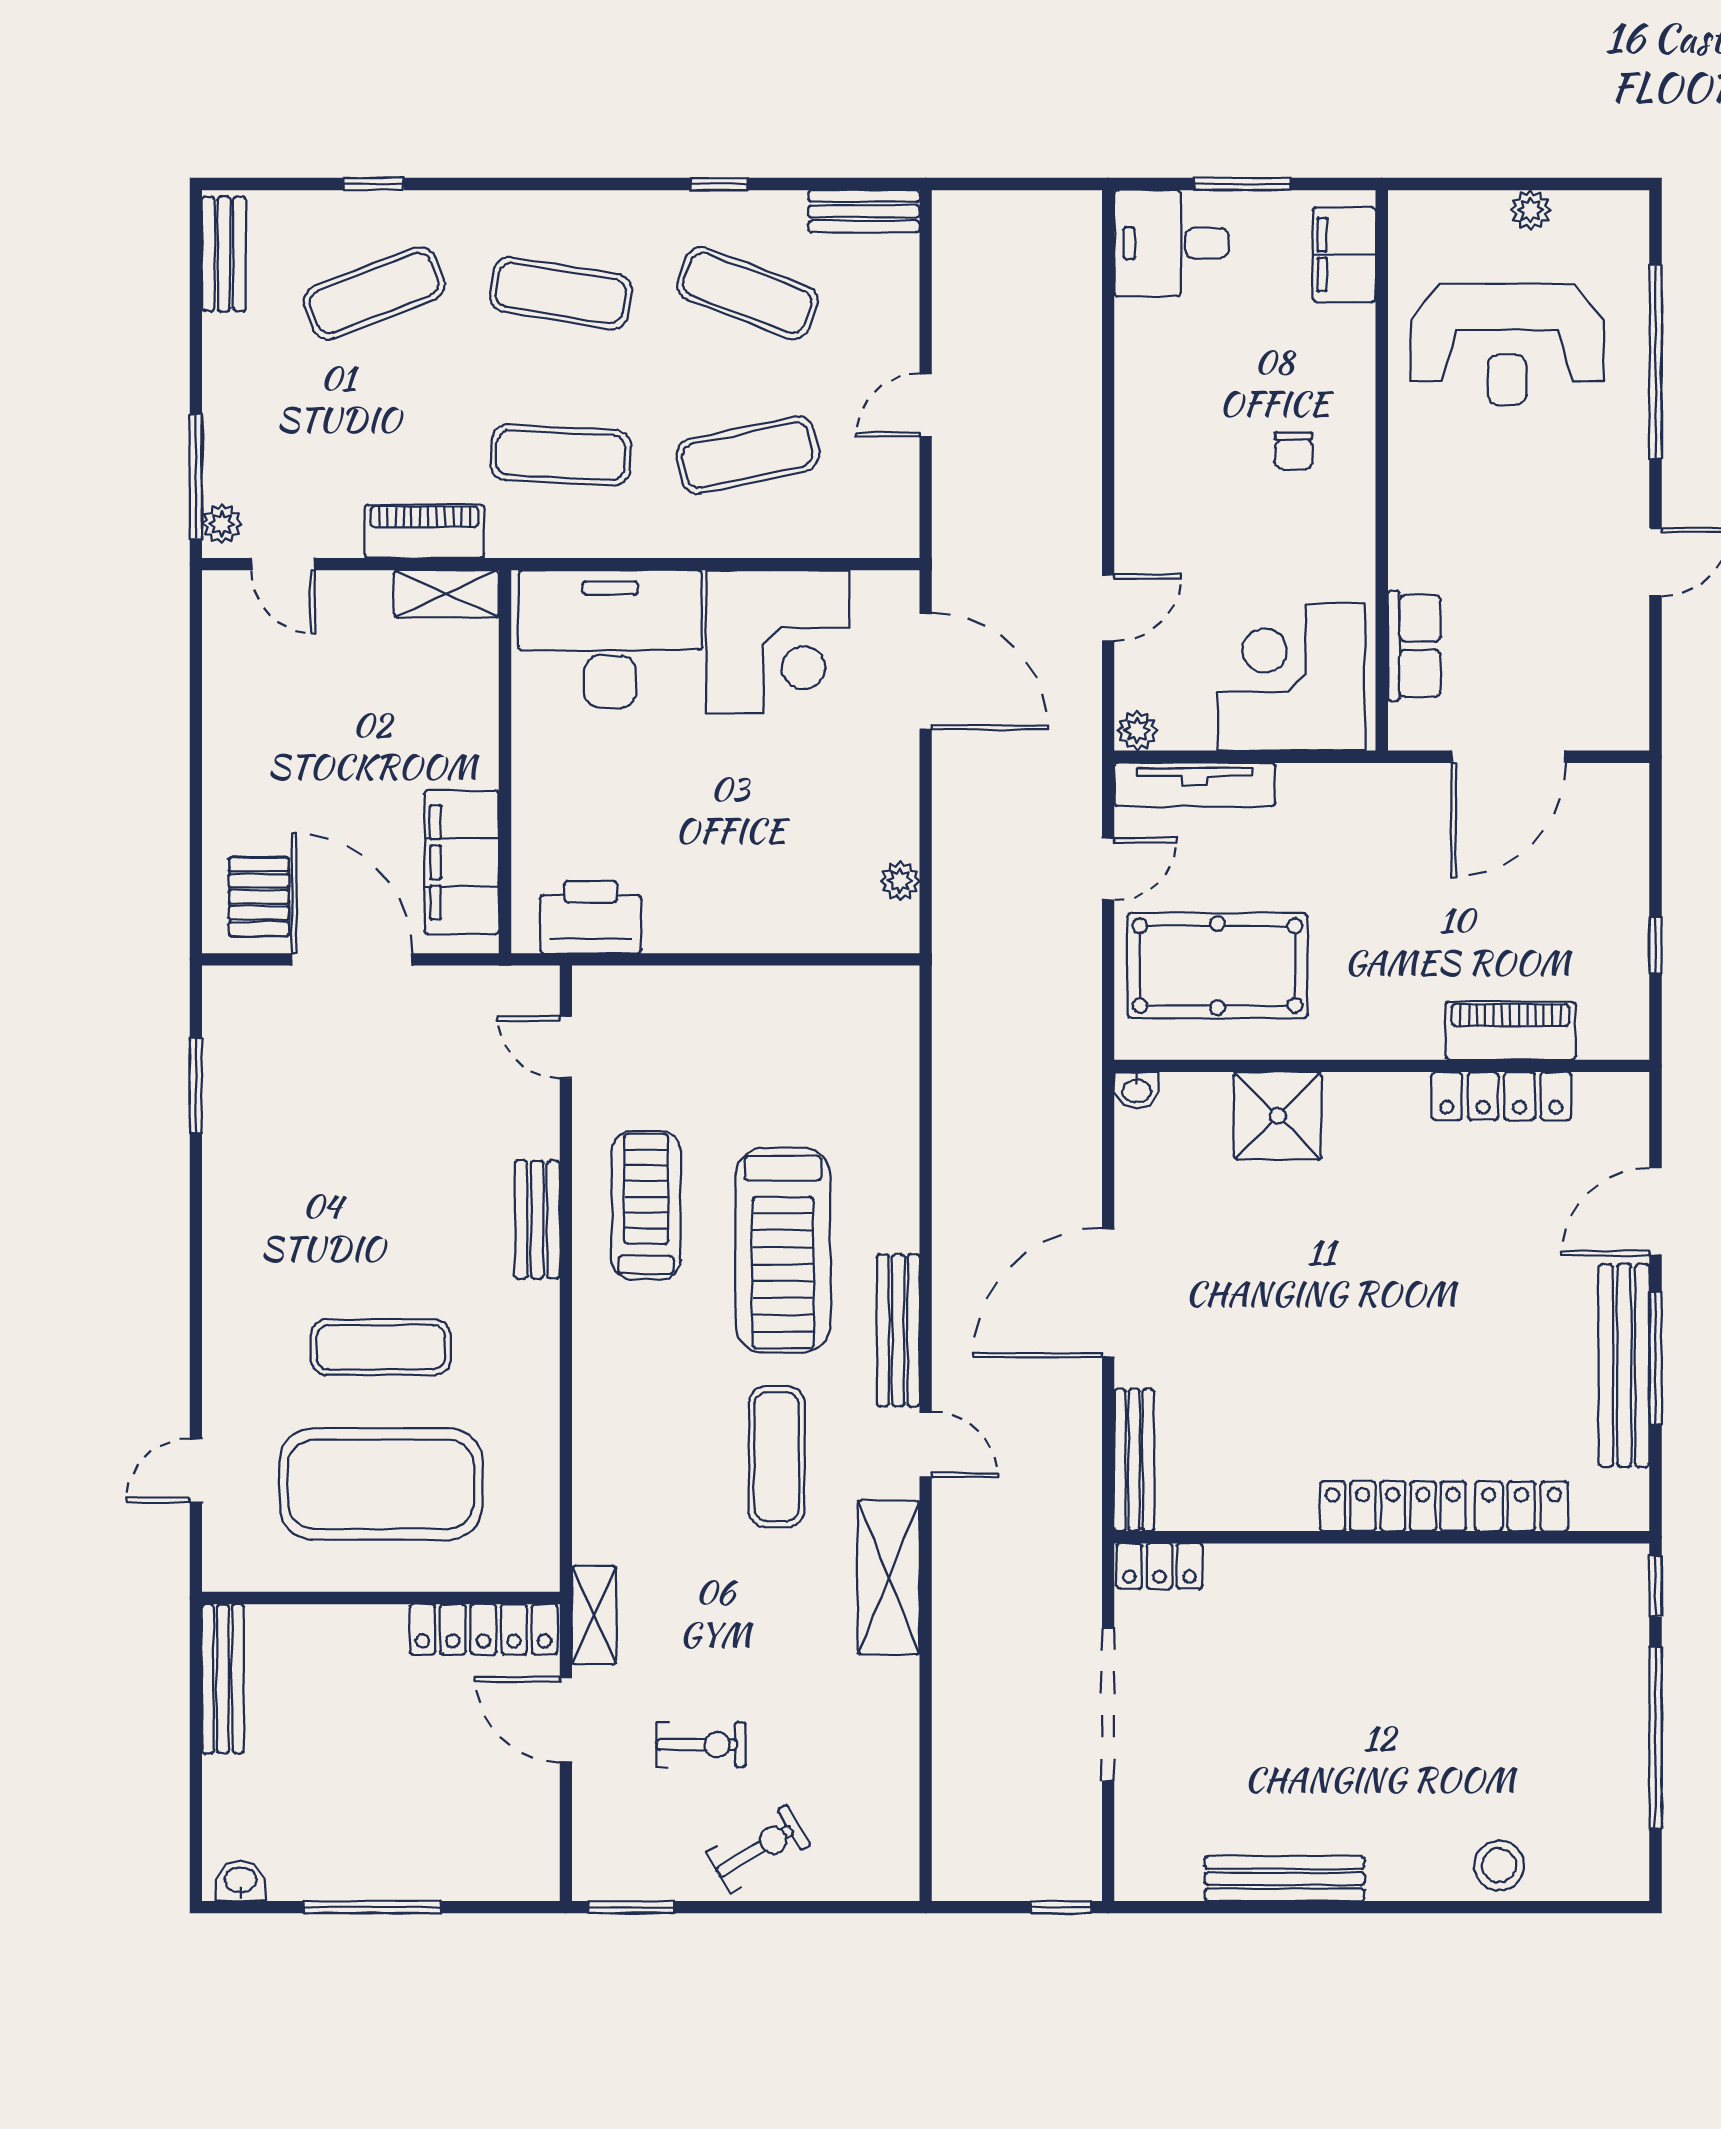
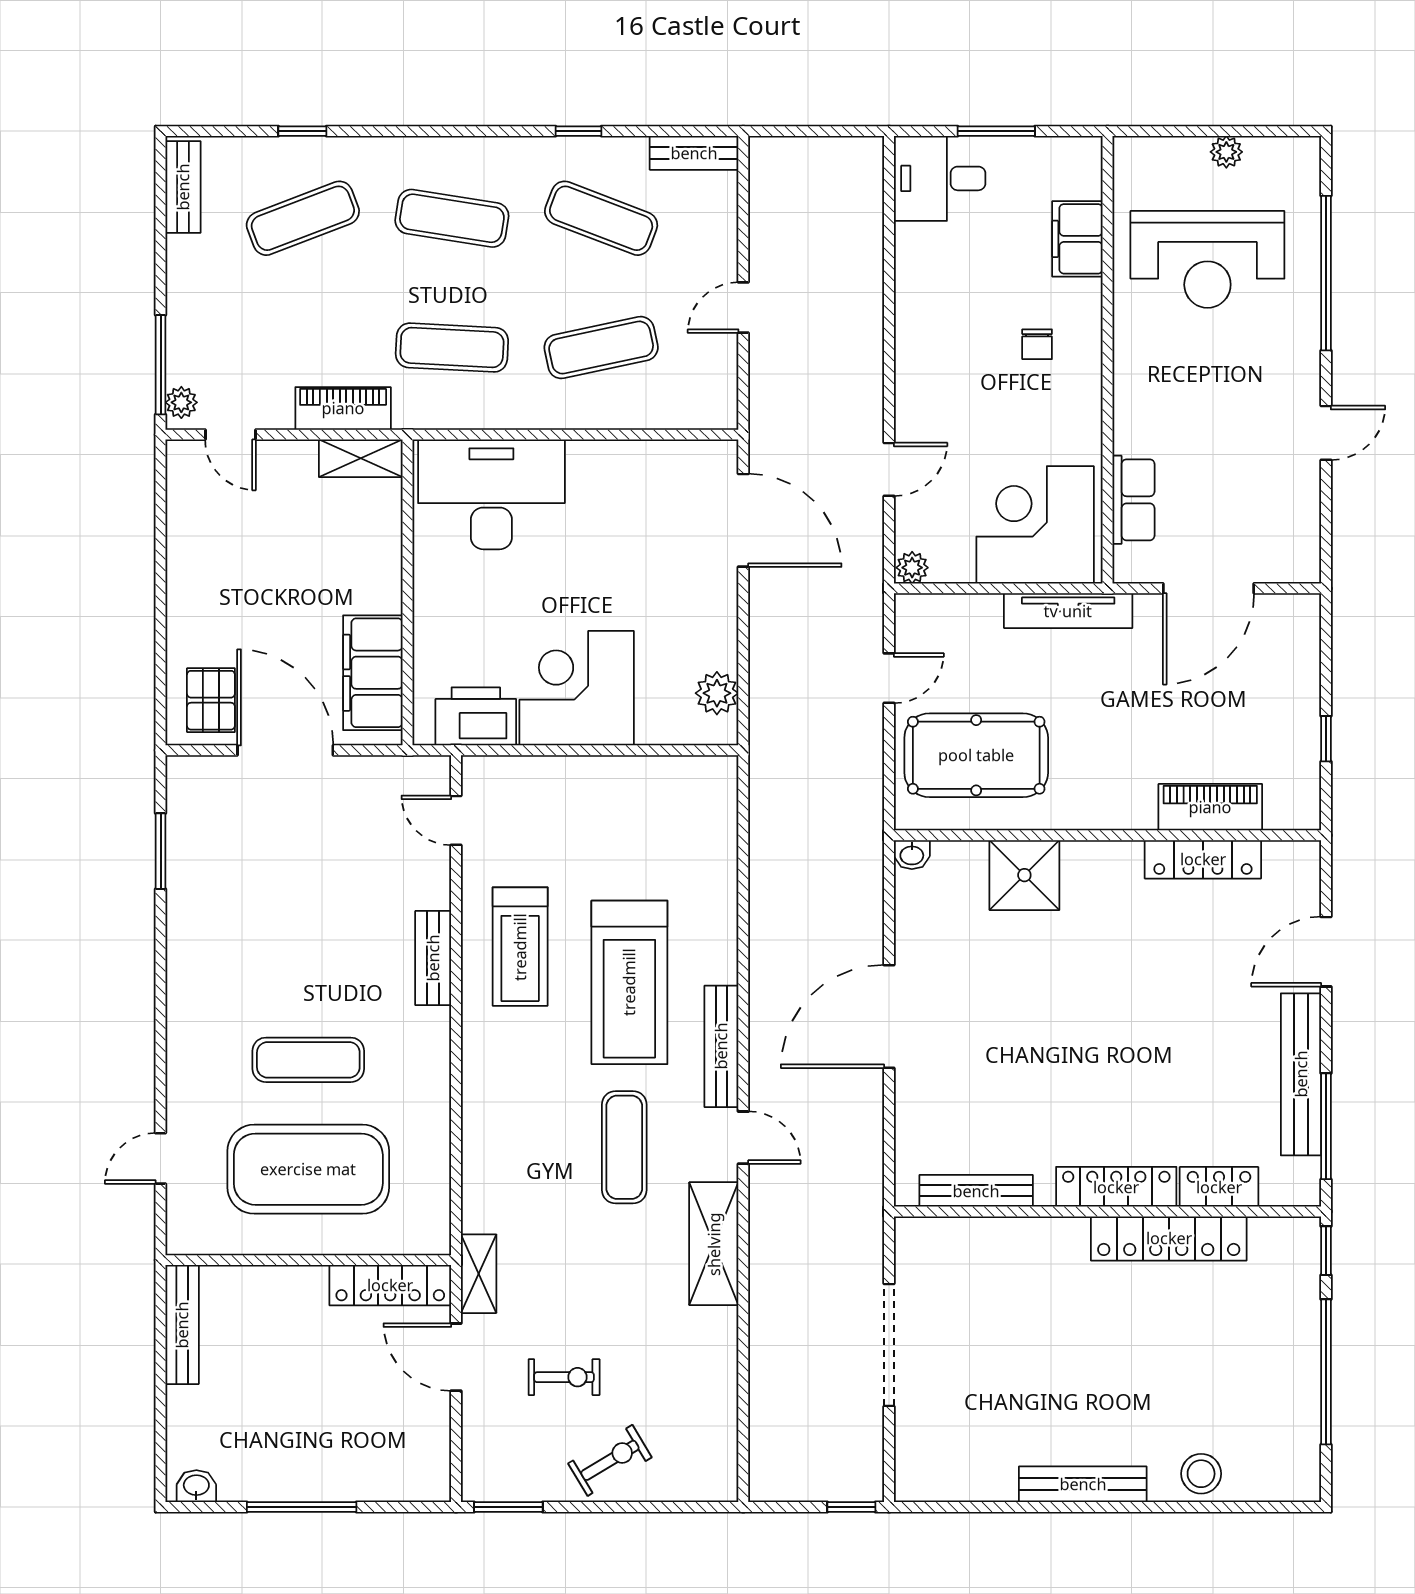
filing cabinet: (1344, 255) -> (1077, 239), moved
corner desk: (778, 642) -> (577, 688), moved, turned 180
tv unit: (1195, 785) -> (1068, 611), moved
plant: (900, 881) -> (717, 693), width x1.38, depth x1.38
treadmill: (646, 1205) -> (520, 947), turned 180
window: (1655, 1358) -> (1326, 1126), moved
bench: (1134, 1460) -> (976, 1191), moved, turned 90
locker: (1159, 1566) -> (1169, 1238), moved, width x2.16, depth x1.21
bench: (1285, 1879) -> (1083, 1484), moved

